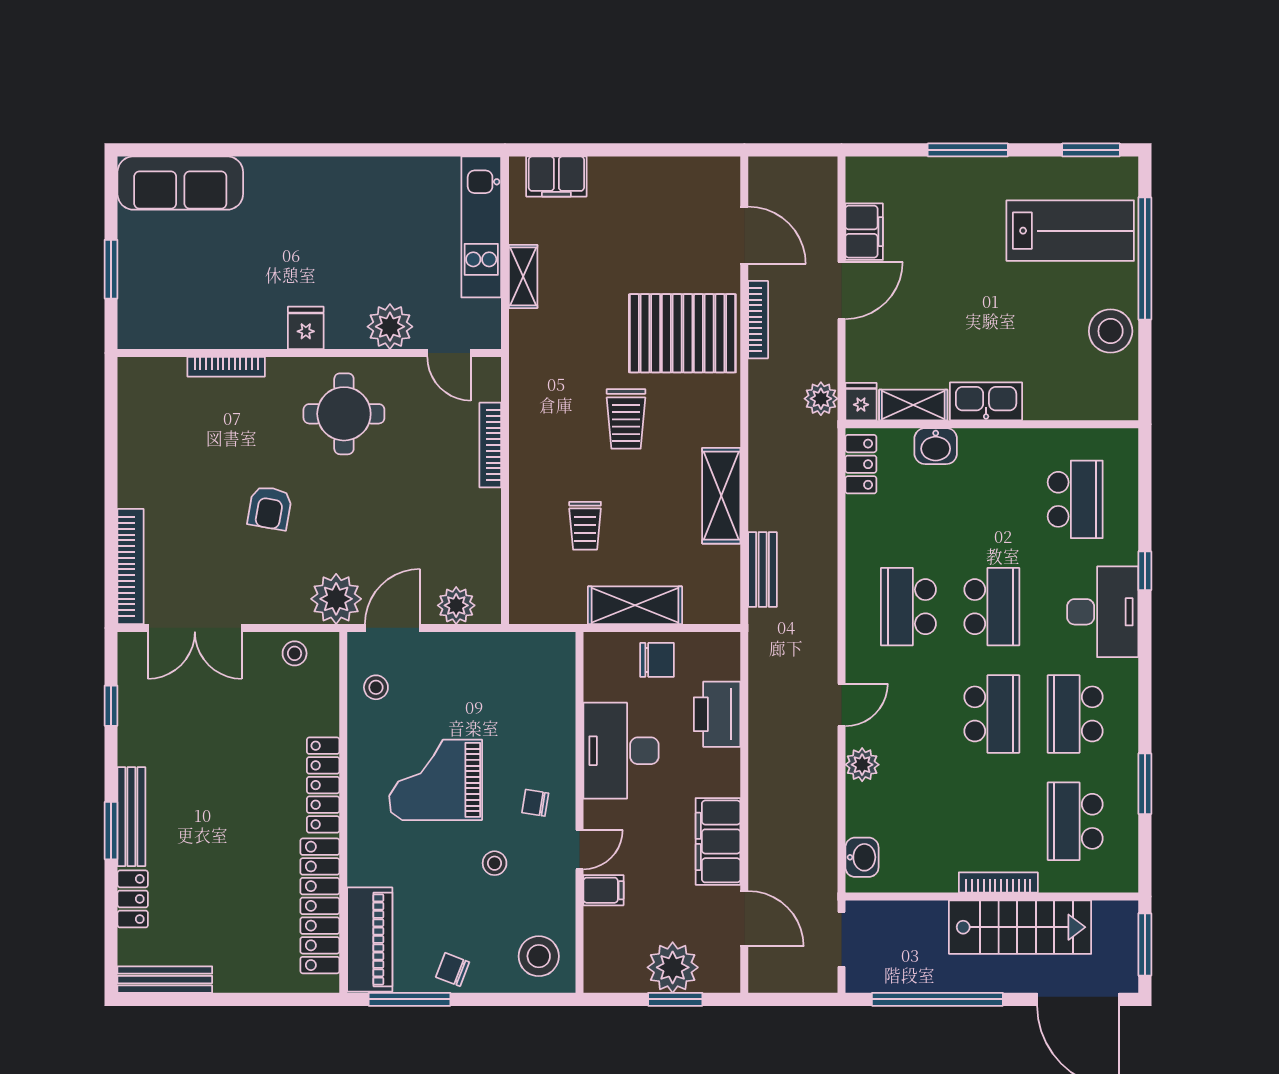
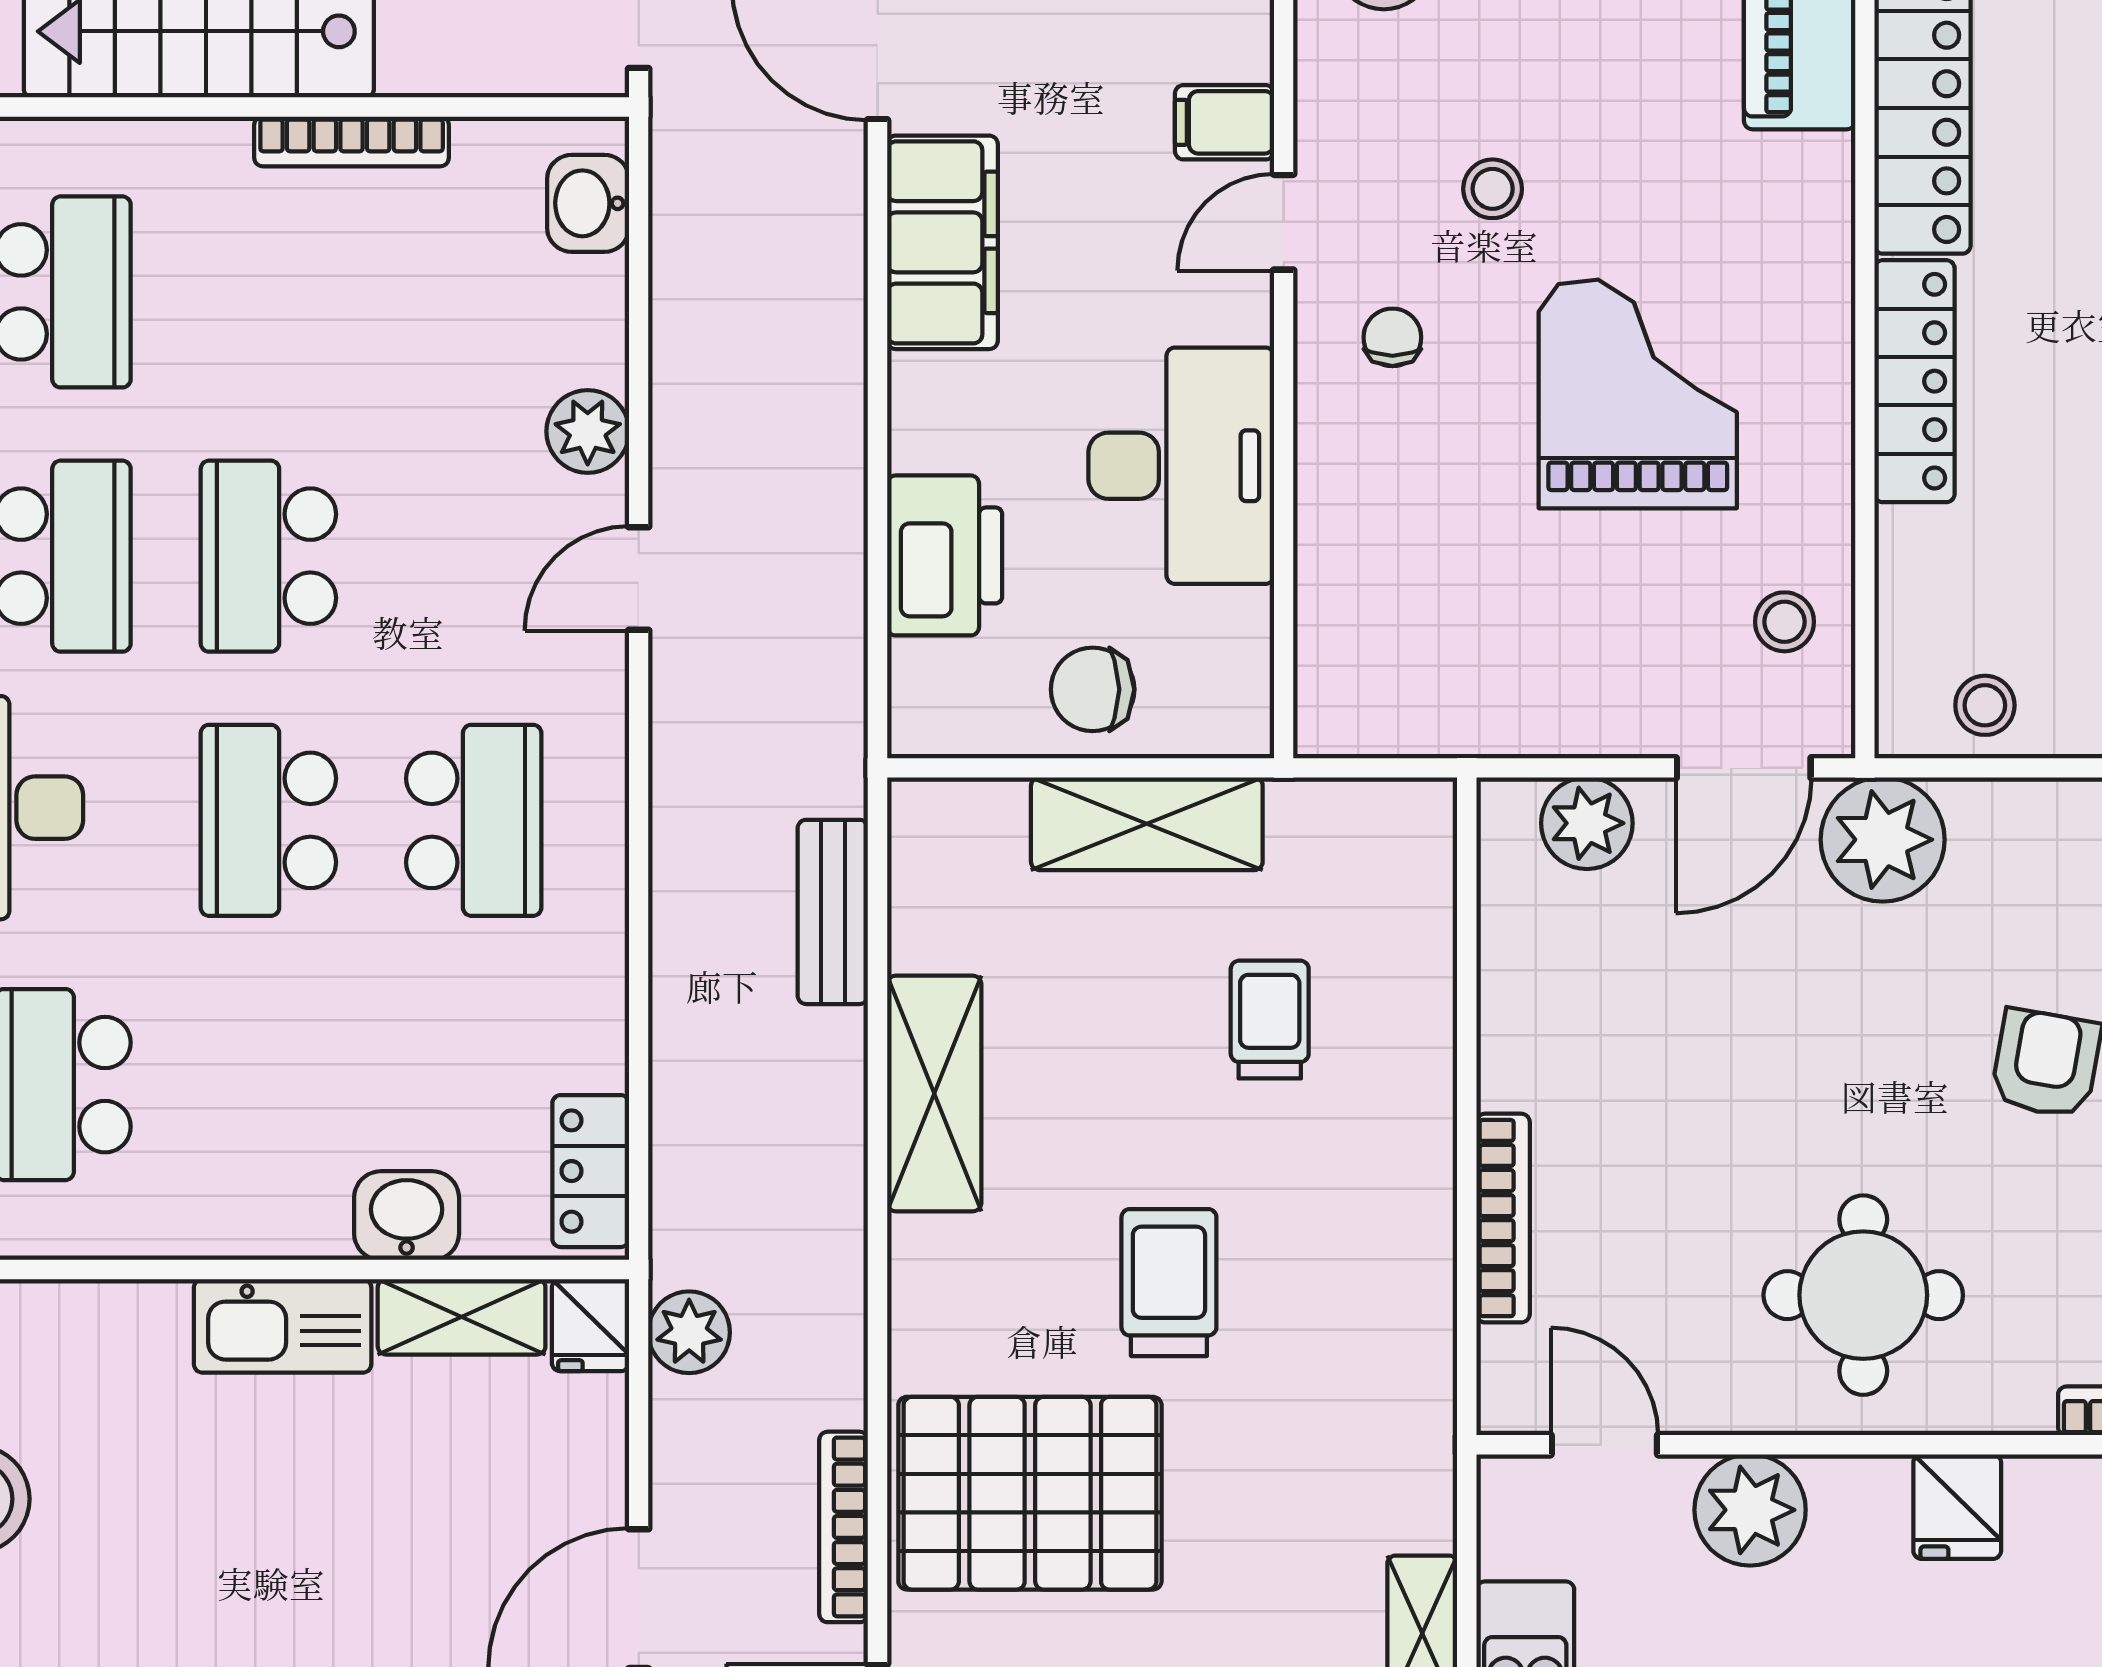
grand piano: (436, 780) -> (1638, 394), turned -90
chair: (535, 803) -> (1392, 337), turned -99
bookcase: (998, 882) -> (352, 141), moved

